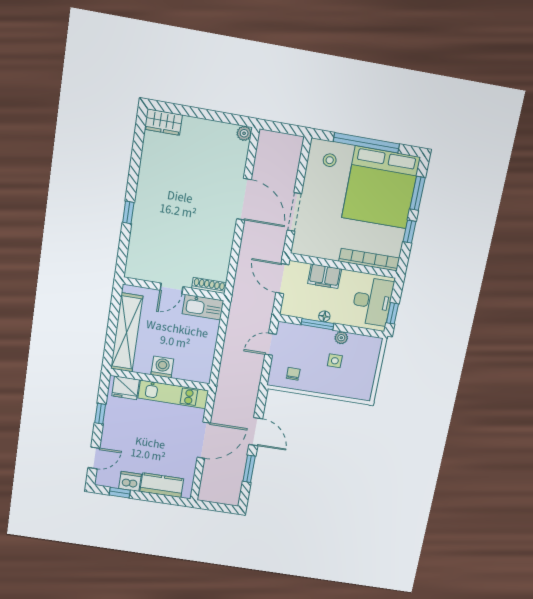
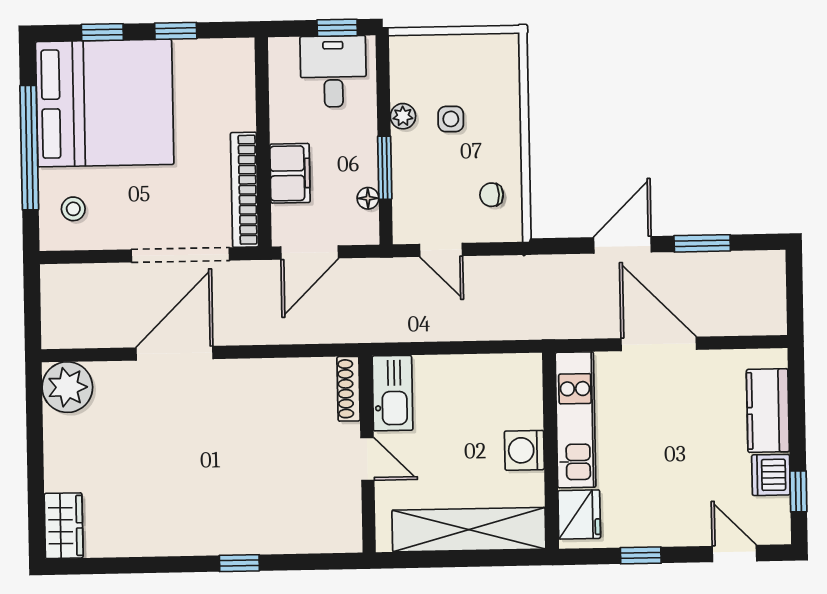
plant: (244, 133) -> (67, 387), width x1.88, depth x1.88
window: (417, 193) -> (102, 32), width x0.67
doorway: (294, 212) -> (180, 255), width x1.36
bookcase: (369, 260) -> (244, 190), moved
desk: (372, 301) -> (333, 71), width x0.73
floor lamp: (324, 316) -> (368, 198), moved

